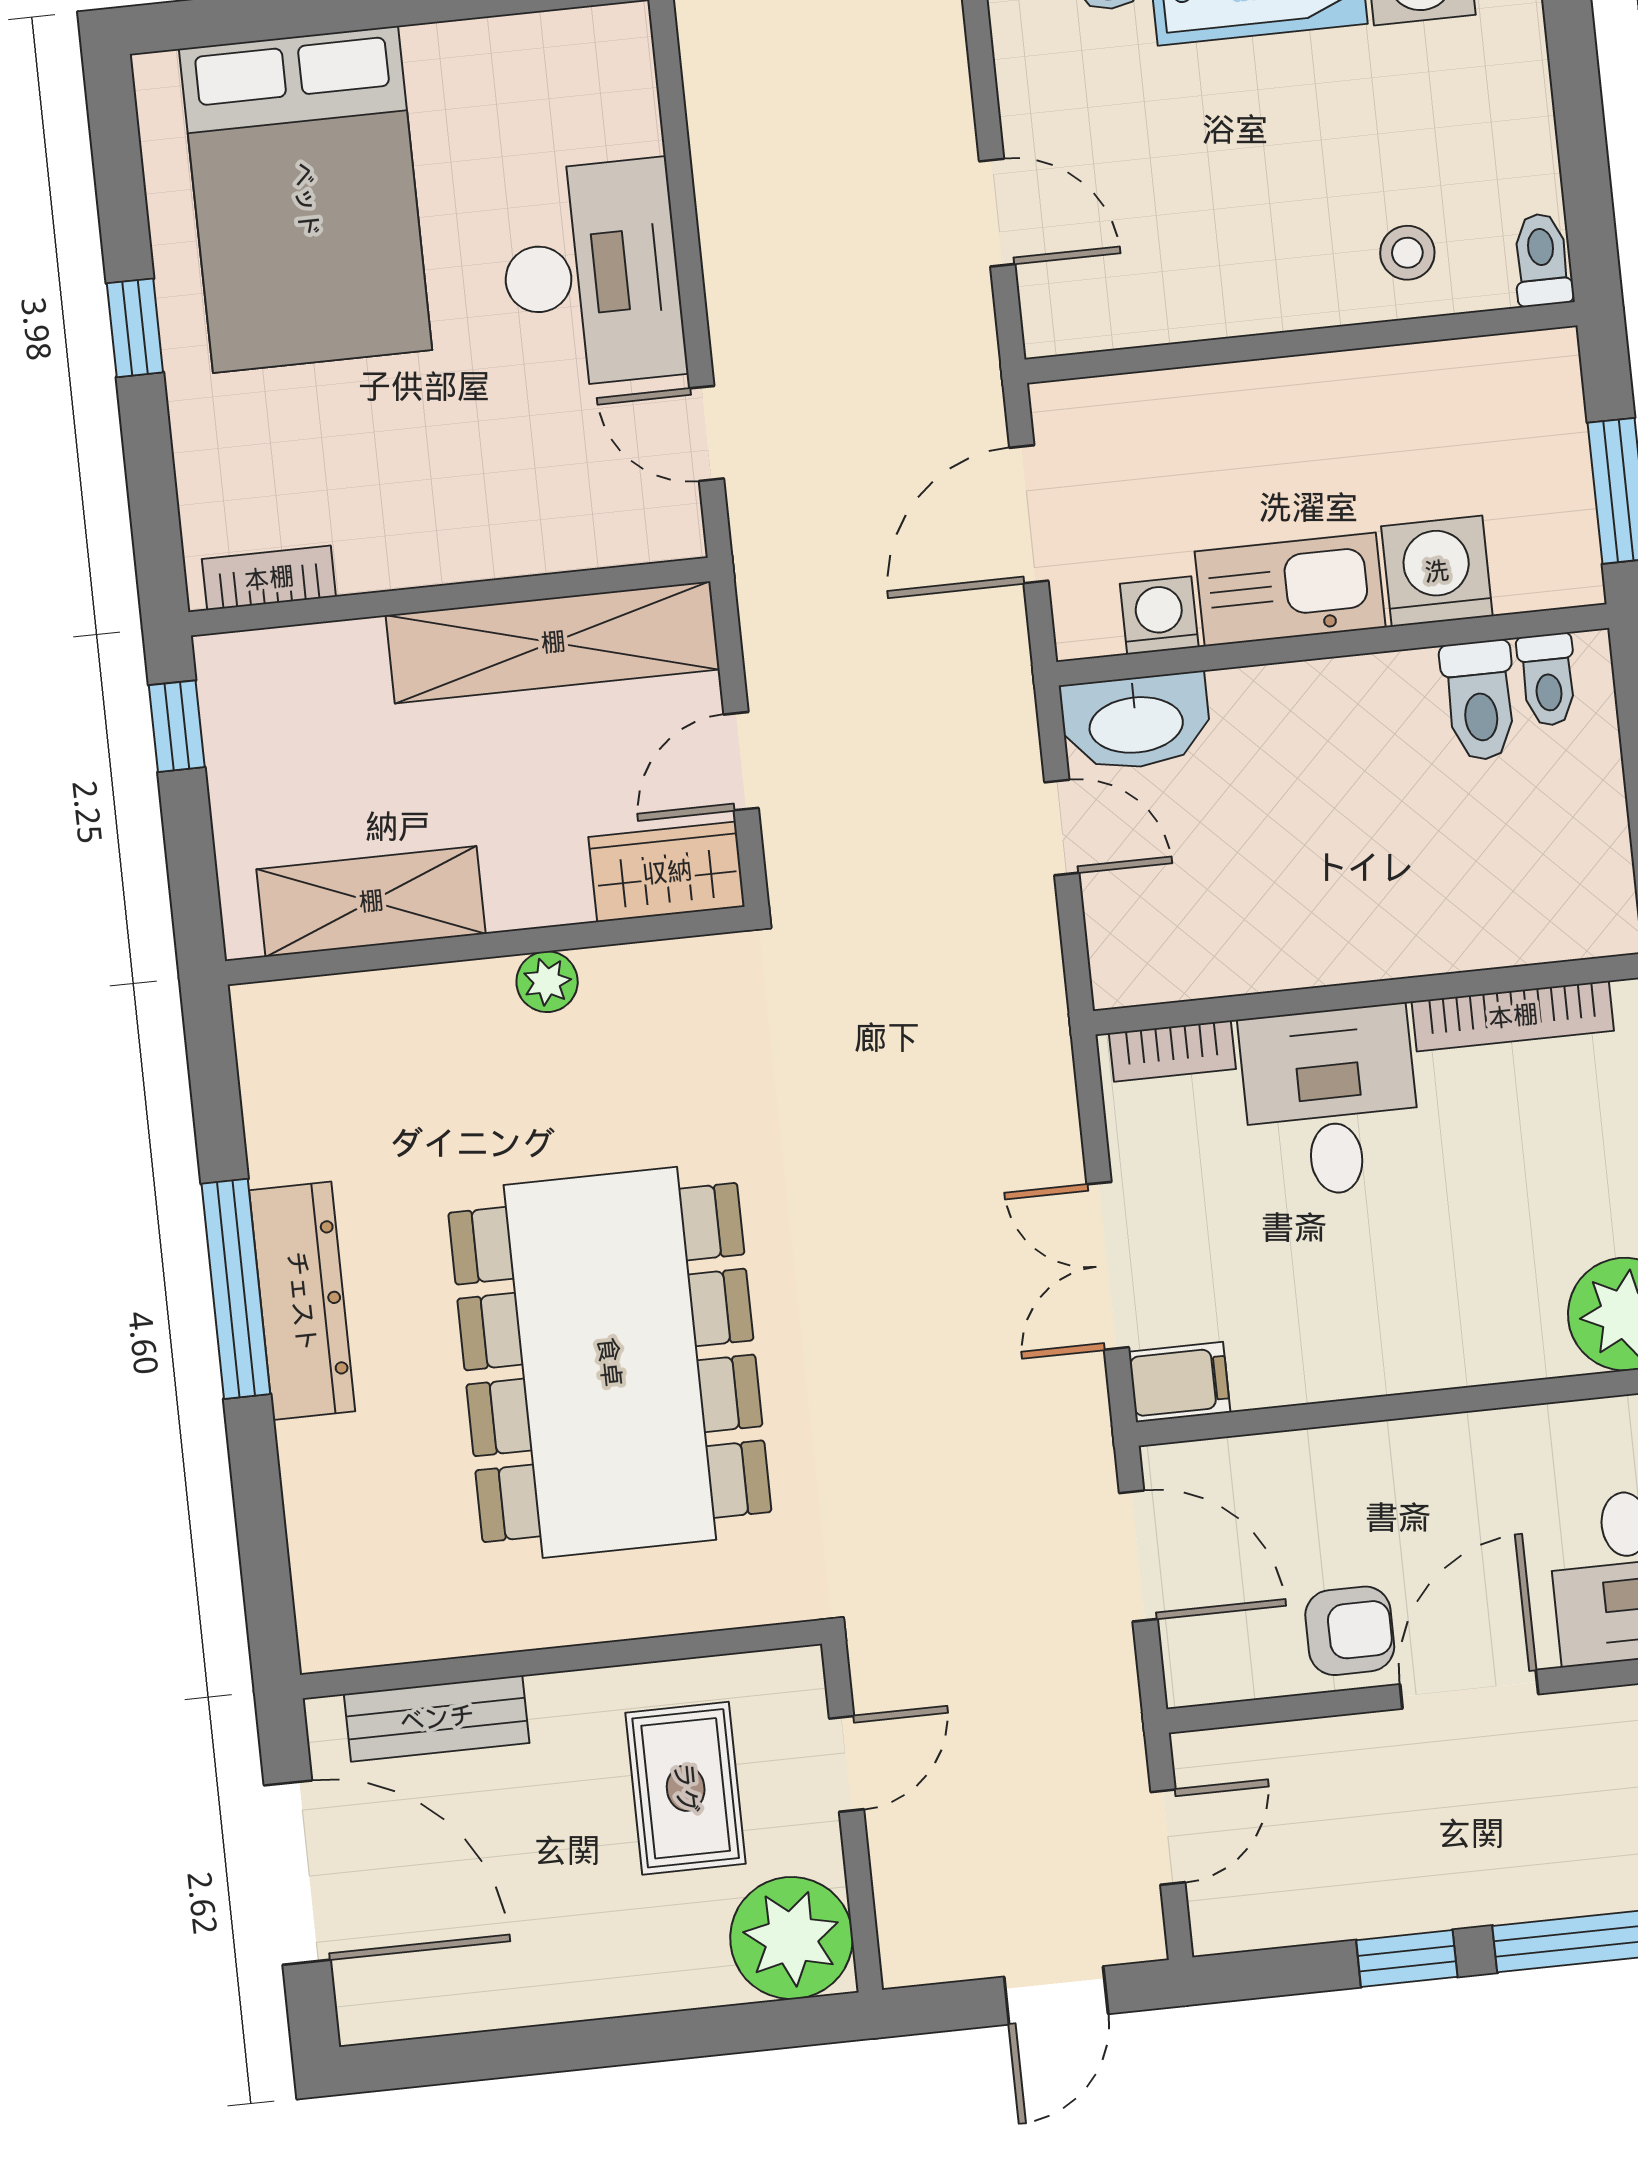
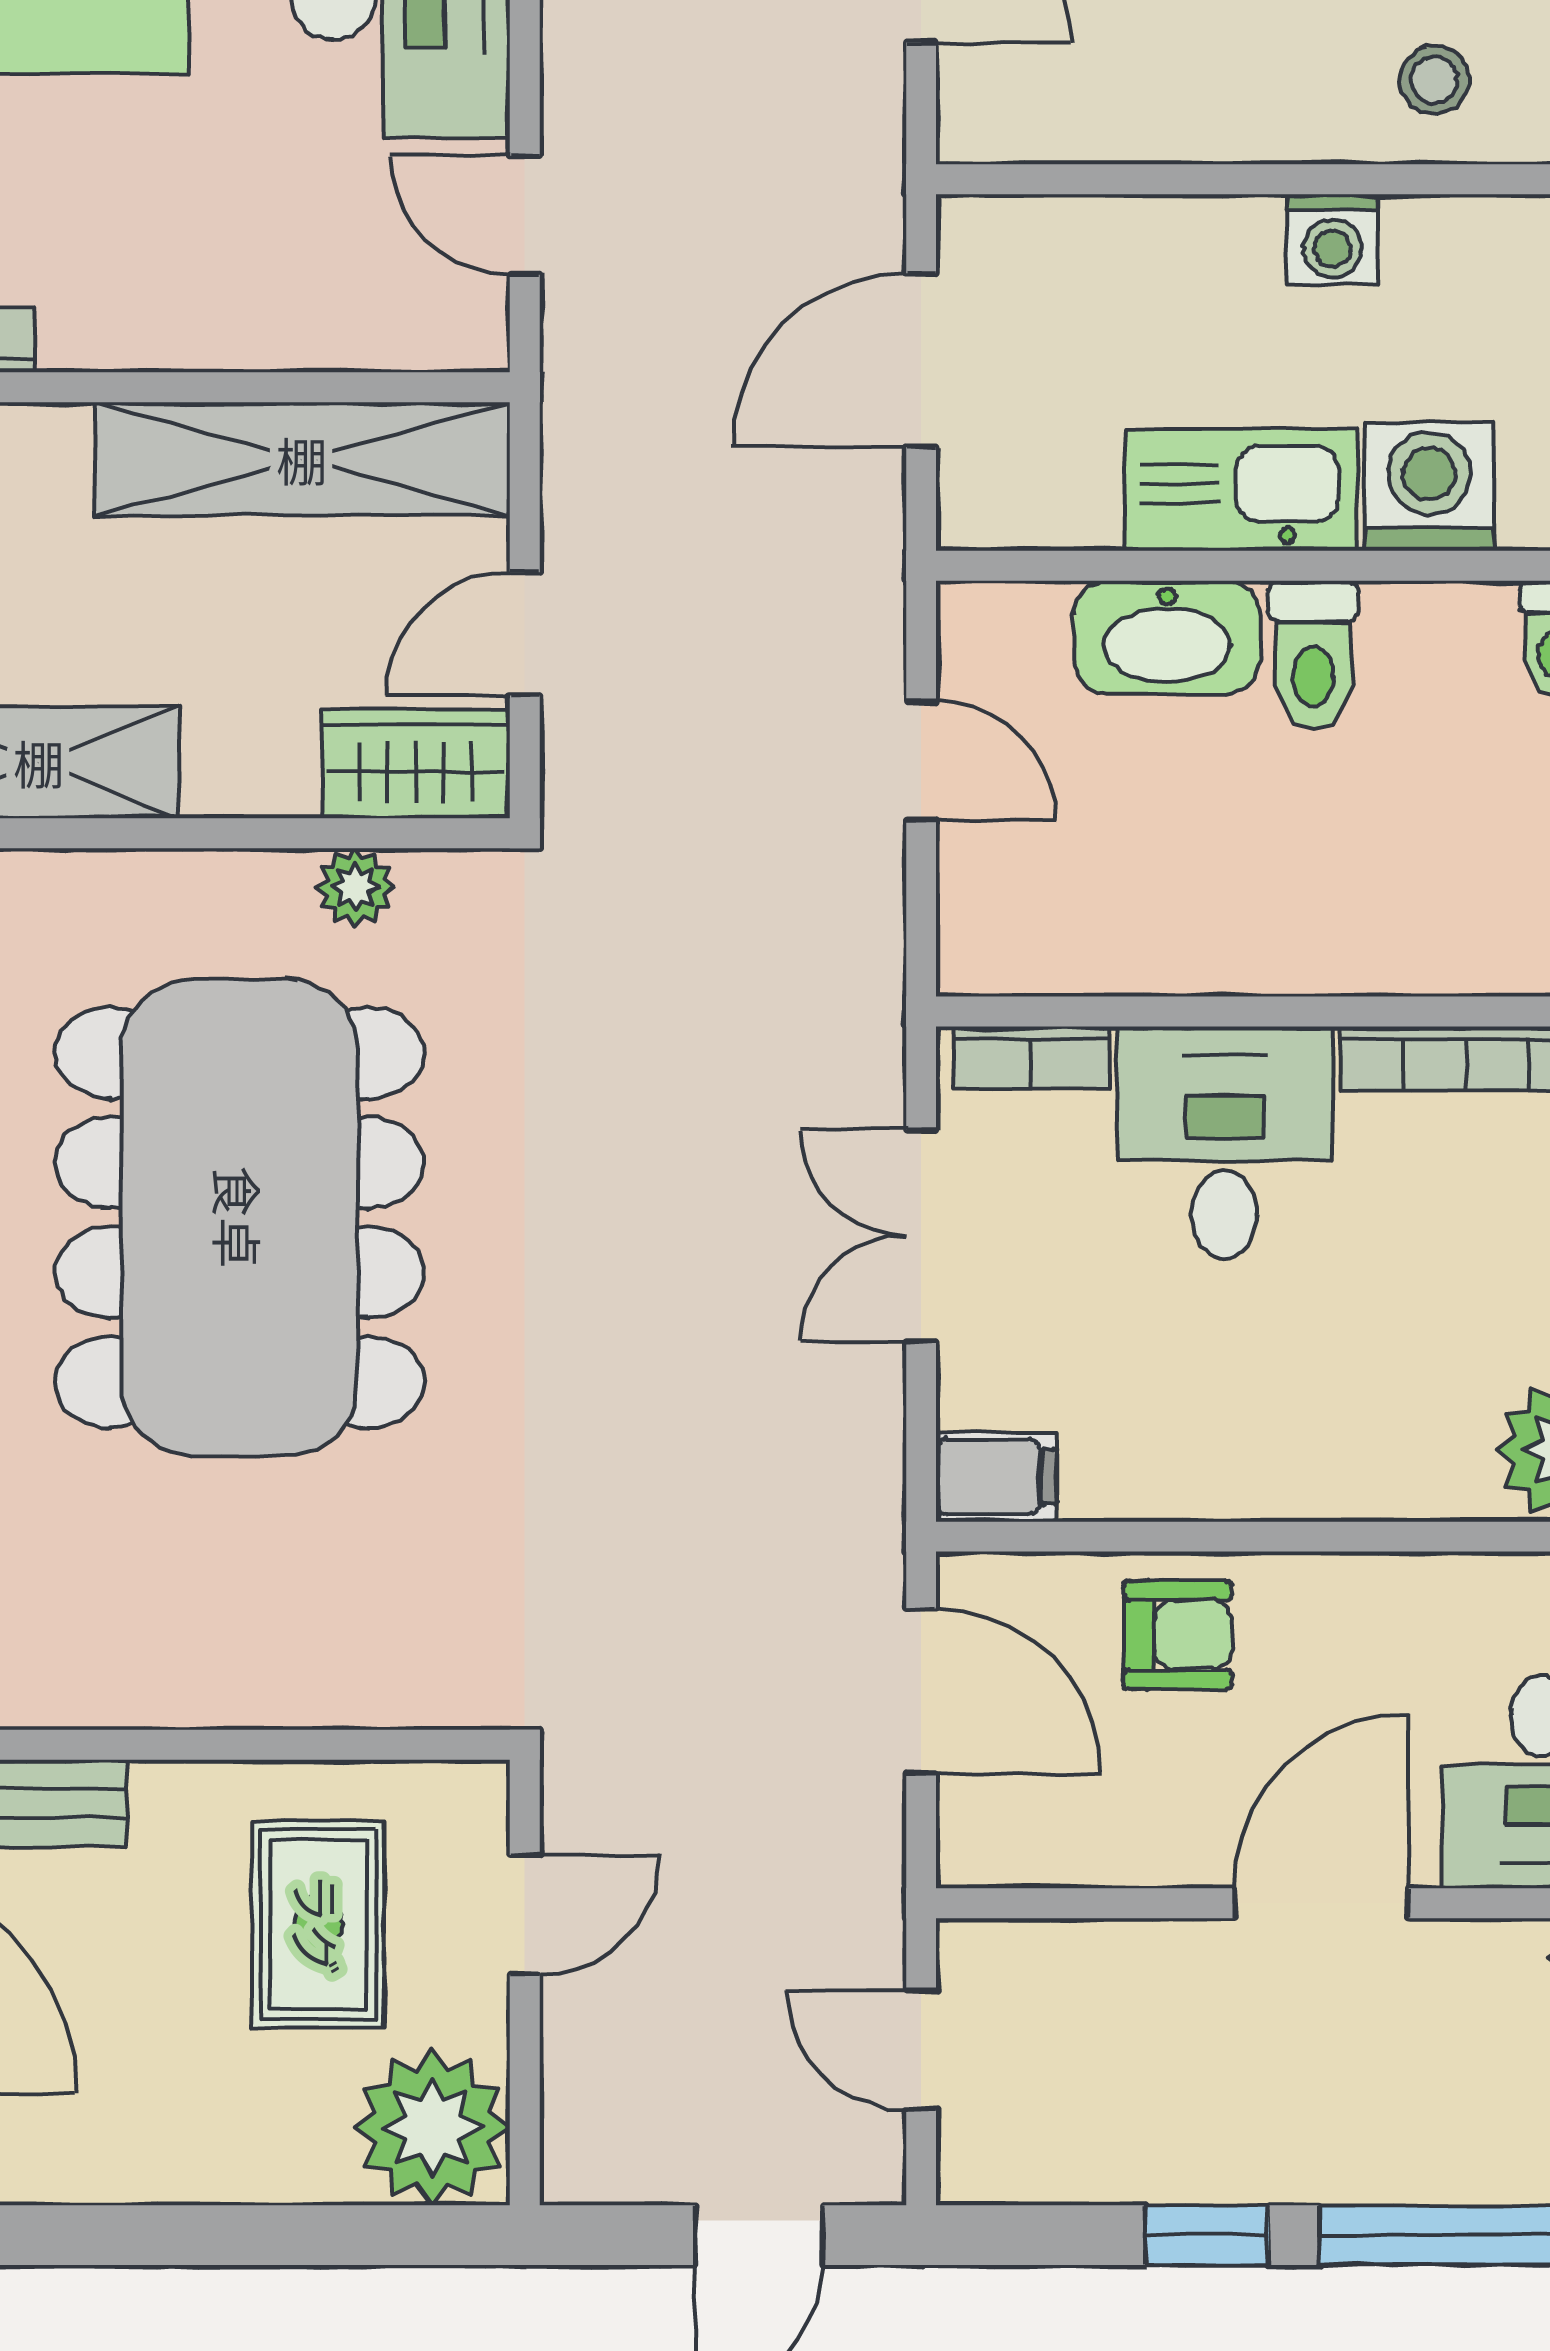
washing machine: (1159, 615) -> (1332, 240), moved, turned 180
toilet: (1480, 701) -> (1313, 655), moved
washbasin: (1136, 722) -> (1167, 637), moved
plant: (547, 982) -> (355, 887), moved
double door: (1108, 1266) -> (921, 1236), moved
dining table: (610, 1362) -> (239, 1217), moved
armchair: (1350, 1631) -> (1178, 1635), moved
door: (1168, 1837) -> (921, 2050), swing flipped

